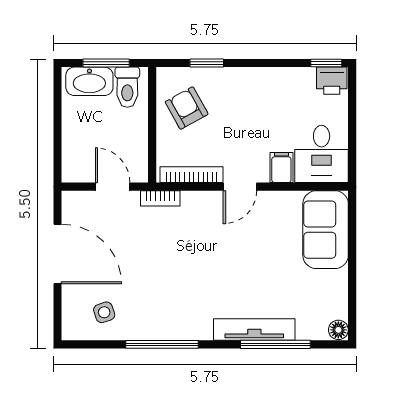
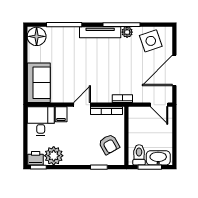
plant: (296, 85) -> (54, 156), added
door: (113, 187) -> (159, 105), moved
door: (57, 254) -> (174, 70), hinge flipped
side table: (104, 312) -> (151, 41), width x1.87, depth x1.87
tv unit: (254, 329) -> (100, 32), moved
plant: (151, 330) -> (127, 32), added
floor lamp: (338, 330) -> (37, 36), width x1.89, depth x1.89

